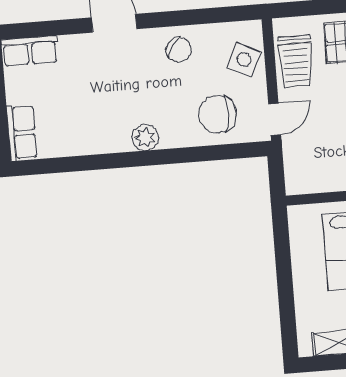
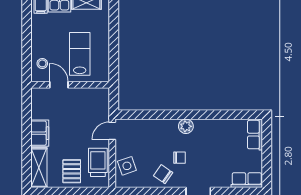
side table: (244, 59) -> (127, 166), turned 45
chair: (218, 114) -> (180, 158), moved, width x0.54, depth x0.54

